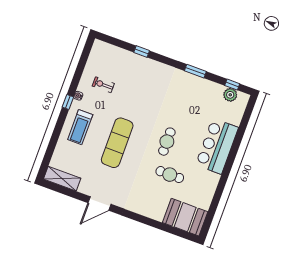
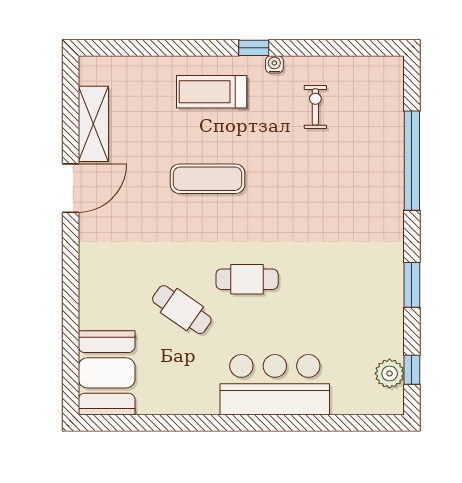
window: (142, 51) -> (412, 161), width x3.17
exercise mat: (117, 143) -> (208, 179), width x0.73, depth x0.69
cafe table: (170, 175) -> (182, 310), turned -55
shelving: (62, 179) -> (93, 124), moved
door: (100, 203) -> (71, 188), swing flipped

